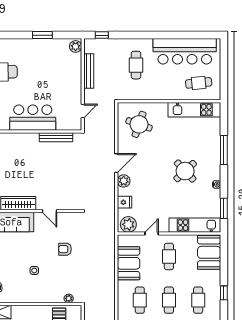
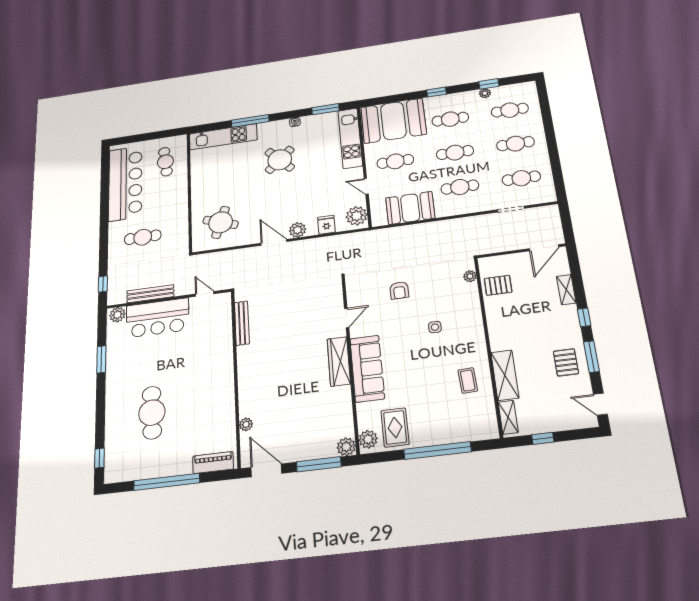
kitchen unit: (194, 110) -> (223, 137), moved, turned 90
bar counter: (33, 118) -> (158, 318), moved, turned -90
booth: (209, 252) -> (393, 121), width x1.36, depth x1.42

